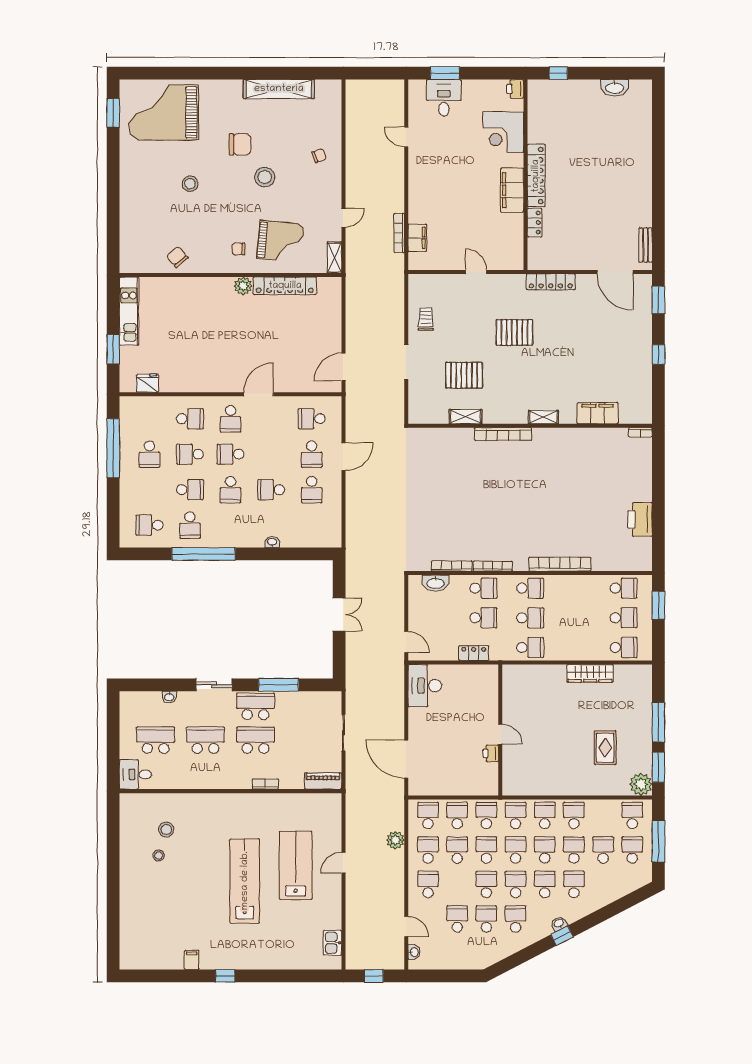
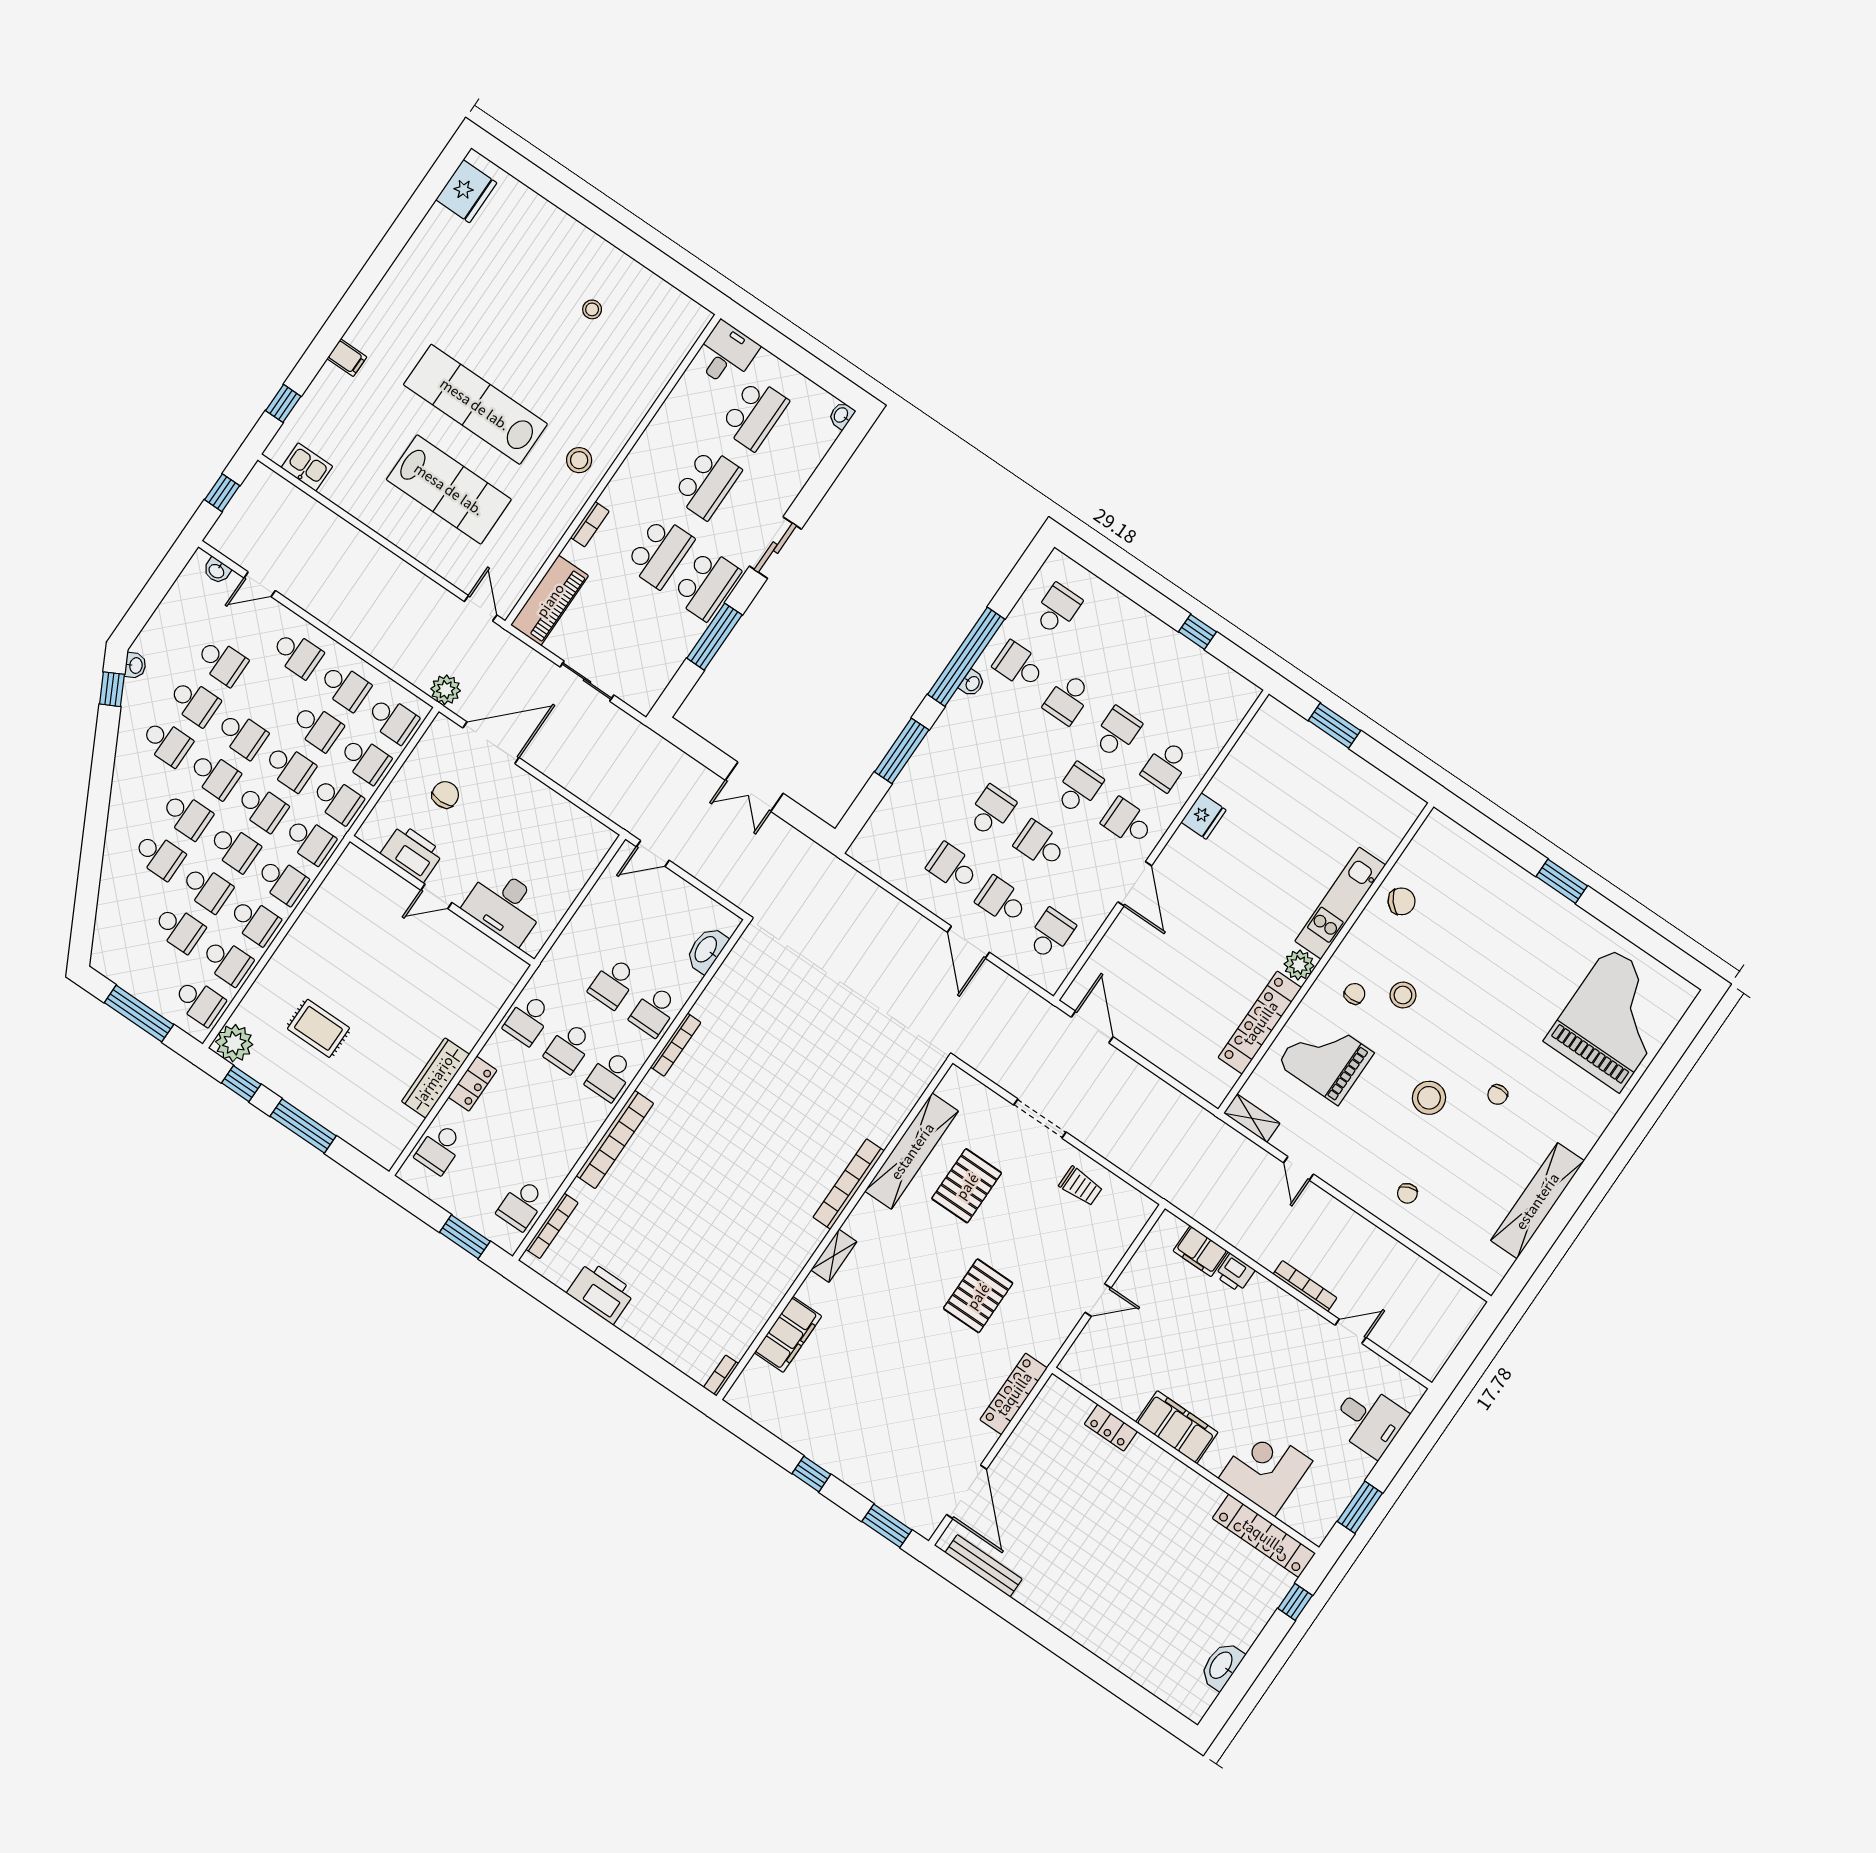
window: (445, 73) -> (1360, 1507), moved
printer: (515, 89) -> (1235, 1273), moved, turned 180
window: (113, 113) -> (1562, 881), moved
chair: (240, 144) -> (1498, 1095), width x0.54, depth x0.54
locker: (536, 176) -> (1264, 1536), moved
stool: (190, 184) -> (1403, 995), moved
bookcase: (399, 233) -> (1305, 1286), moved
grand piano: (280, 241) -> (1326, 1058), turned 85
bench: (646, 245) -> (984, 1566), width x1.36
door: (615, 272) -> (967, 1492), swing flipped
kitchen unit: (129, 311) -> (1340, 903), moved, turned 90
fridge: (148, 383) -> (1204, 816), moved
shelving: (466, 416) -> (912, 1151), width x2.20, depth x1.33
window: (113, 448) -> (1198, 632), width x0.32
school desk: (149, 454) -> (1155, 676), removed
school desk: (231, 490) -> (1040, 844), moved
washbasin: (272, 542) -> (972, 683), moved
window: (272, 554) -> (902, 751), added
bookcase: (452, 566) -> (552, 1226), moved
school desk: (624, 618) -> (481, 1177), removed
locker: (474, 653) -> (473, 1084), moved
desk: (425, 686) -> (505, 906), moved, turned 180
washbasin: (169, 697) -> (841, 415), moved
printer: (491, 753) -> (412, 853), width x1.87, depth x1.48
chair: (447, 764) -> (445, 795), added
window: (658, 767) -> (241, 1084), width x0.67
piano: (323, 781) -> (550, 600), width x1.37, depth x1.33
stool: (166, 830) -> (579, 460), moved
plant: (395, 840) -> (446, 690), moved
school desk: (632, 850) -> (227, 961), moved
door: (343, 863) -> (481, 608), moved
lab bench: (245, 881) -> (475, 404), turned 180
washbasin: (559, 923) -> (135, 665), moved
window: (562, 936) -> (112, 689), moved
fridge: (143, 957) -> (466, 191), added
filing cabinet: (192, 960) -> (347, 358), moved
window: (225, 976) -> (283, 403), moved

